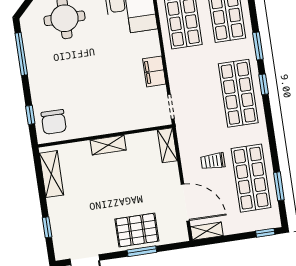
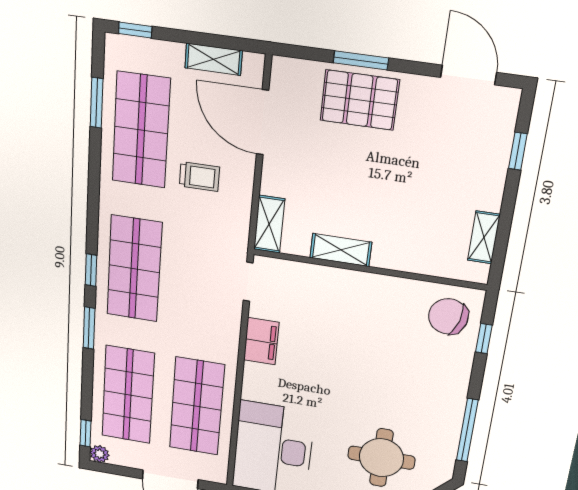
chair: (54, 122) -> (448, 316), turned -75
shelving: (108, 145) -> (341, 250), moved
shelving: (51, 174) -> (484, 237), width x0.67, depth x0.75
shelving: (207, 231) -> (214, 59), moved

